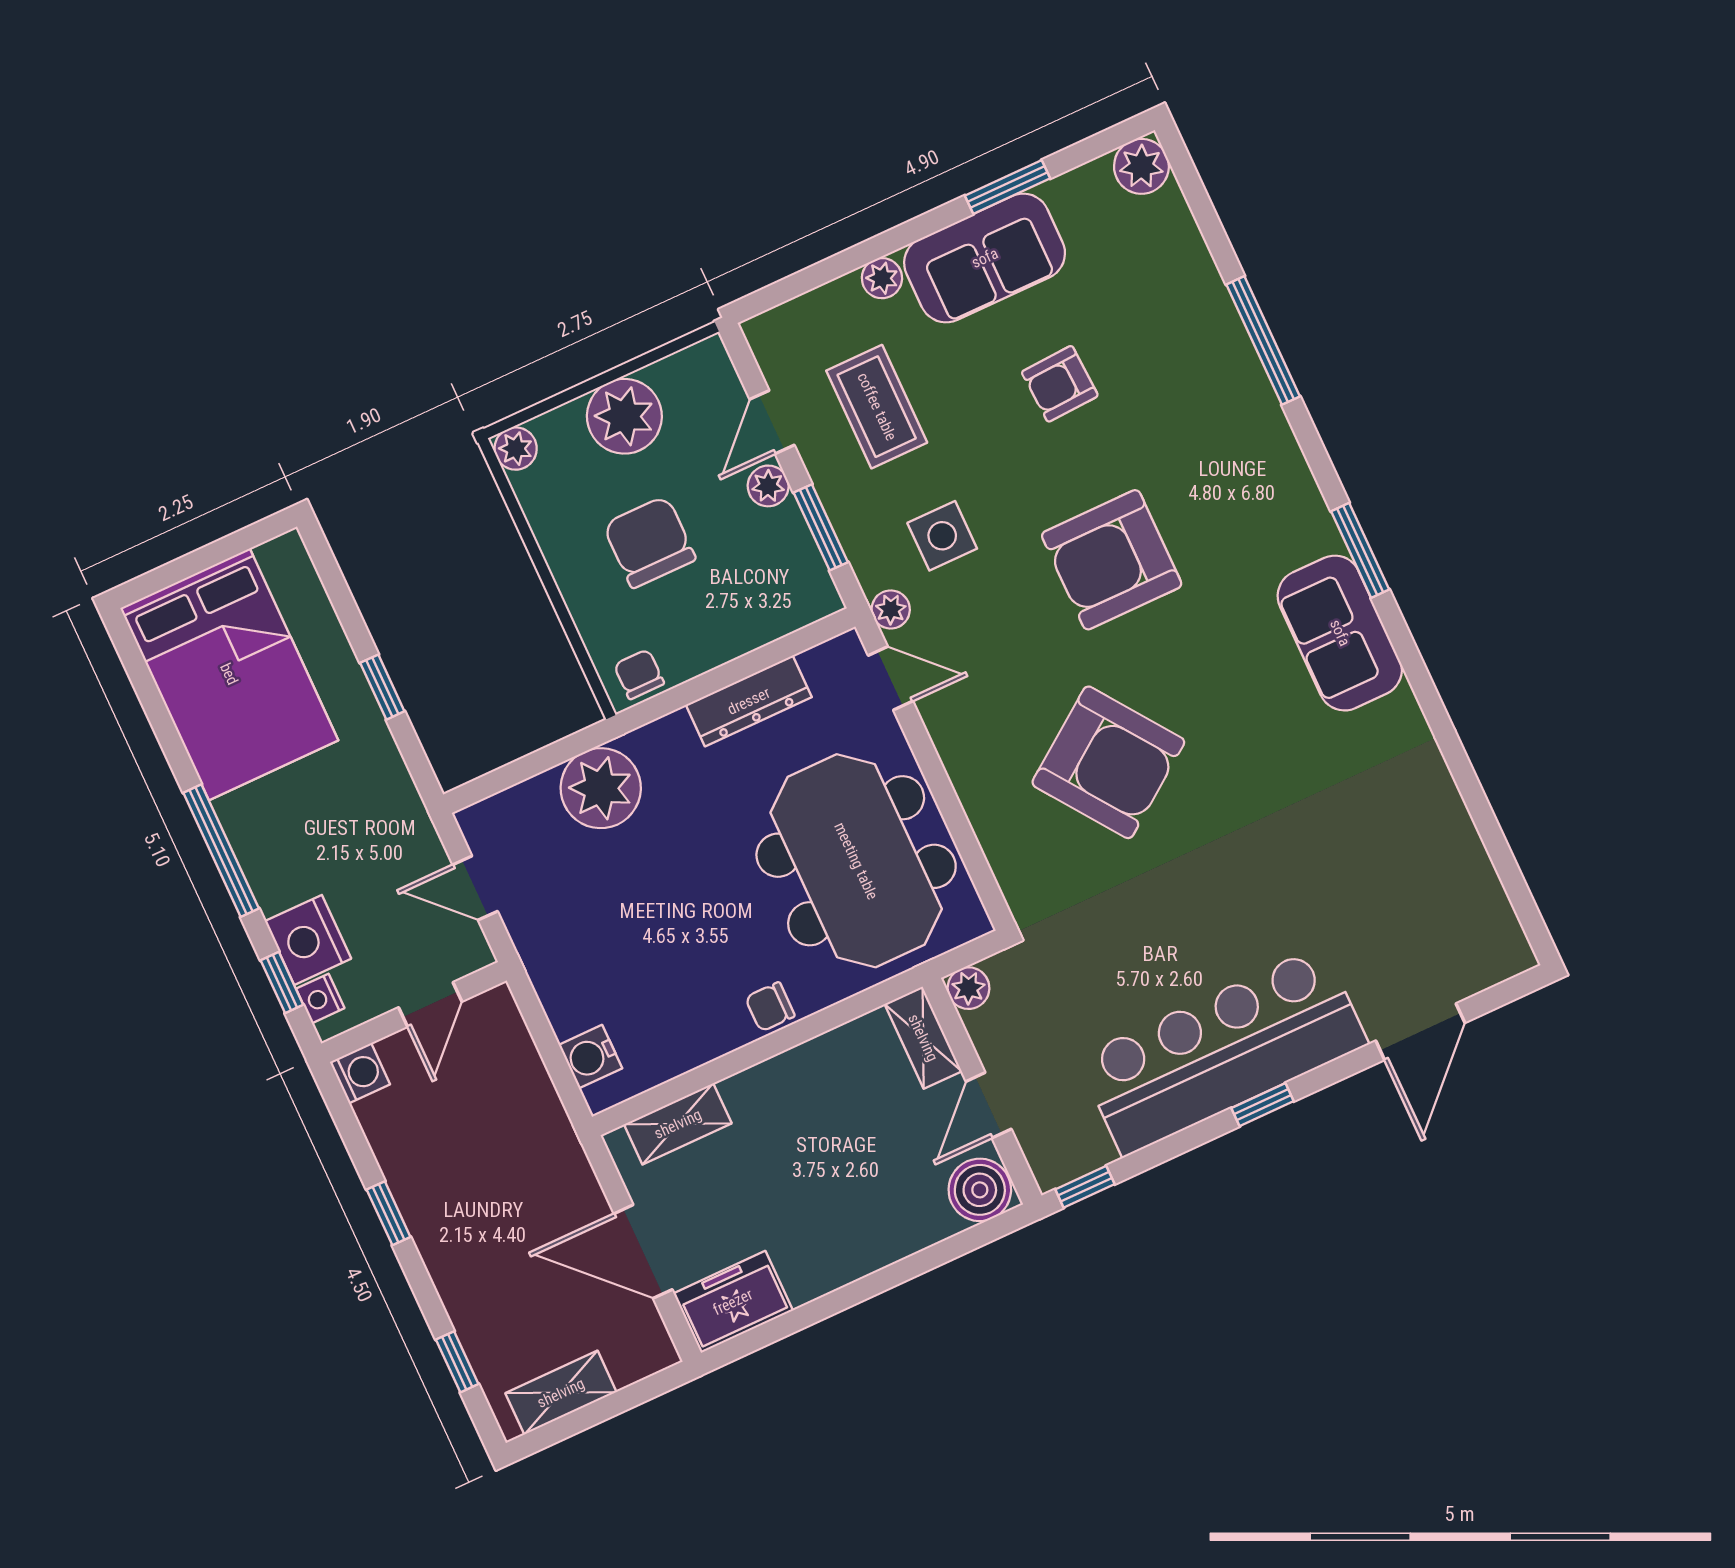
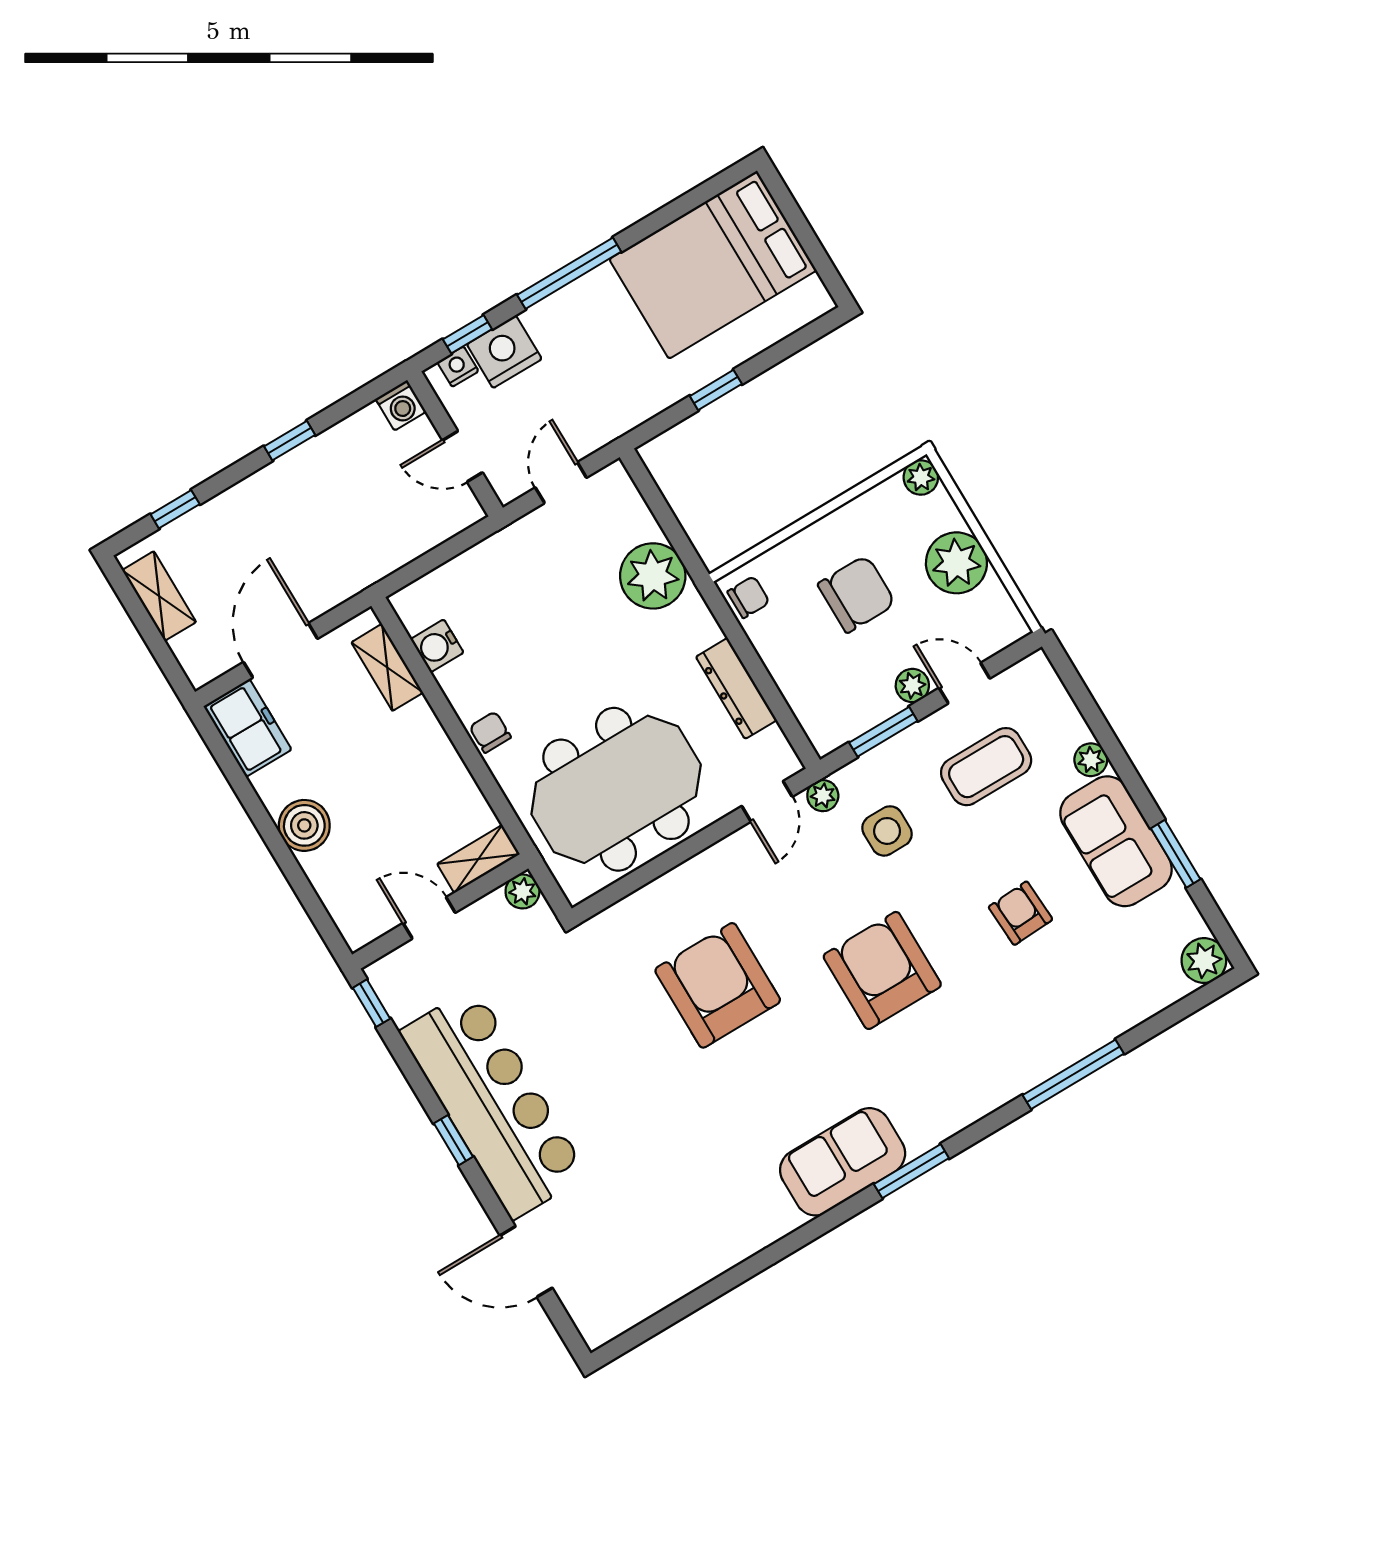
armchair: (1108, 762) -> (718, 985), turned 126
water cooler: (591, 1057) -> (437, 646), moved, turned -90
boiler: (980, 1190) -> (304, 825), moved

